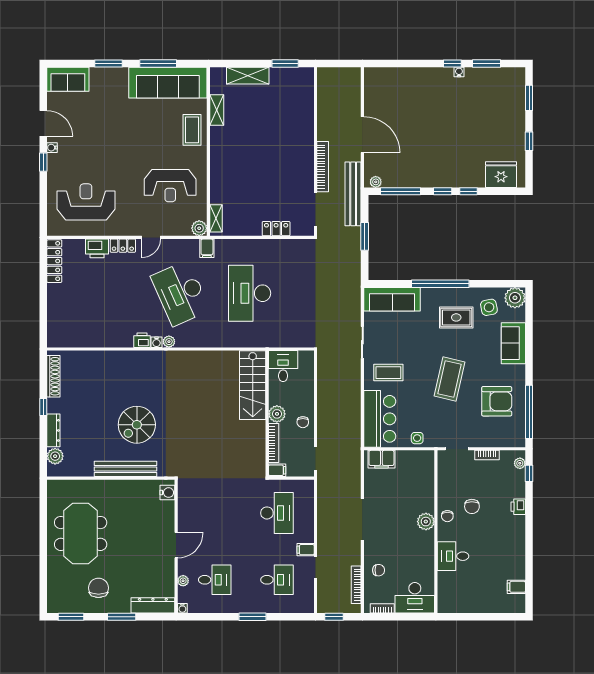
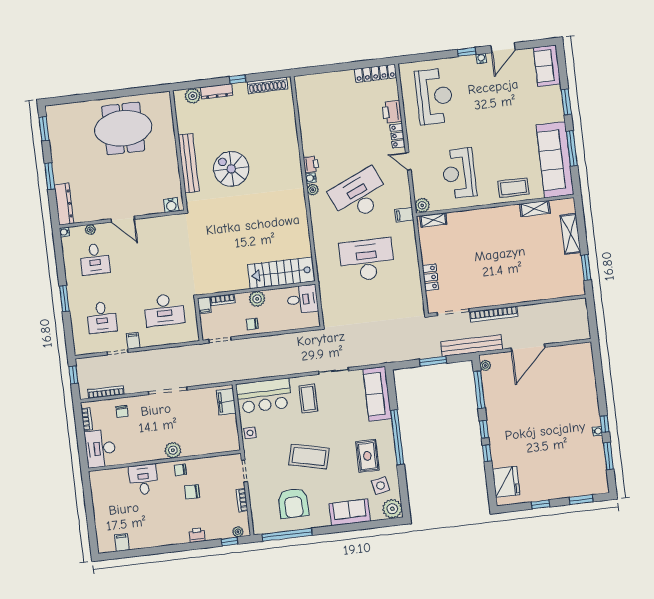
bookcase: (274, 443) -> (223, 300), width x0.64
chair: (98, 588) -> (74, 151), removed

